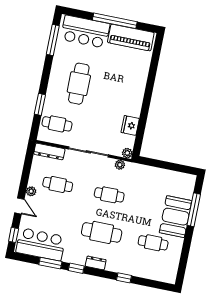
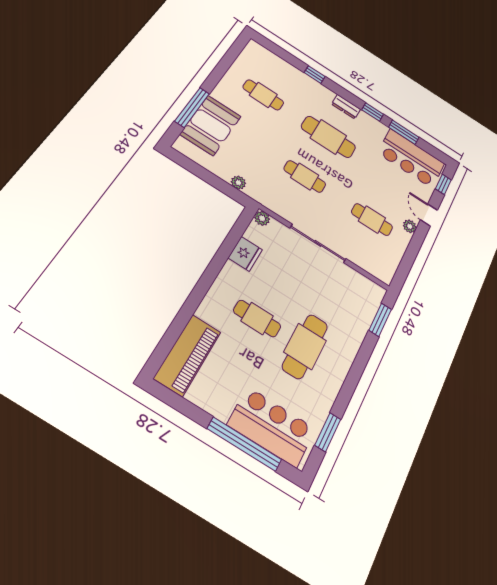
window: (115, 21) -> (244, 444), moved
piano: (131, 38) -> (188, 355), moved, turned 90
window: (53, 40) -> (328, 432), width x0.69
window: (40, 104) -> (380, 320), moved
cafe table: (57, 124) -> (257, 318), moved
dresser: (49, 151) -> (373, 267), removed
plant: (120, 165) -> (238, 183), moved
booth: (176, 217) -> (211, 125), moved

